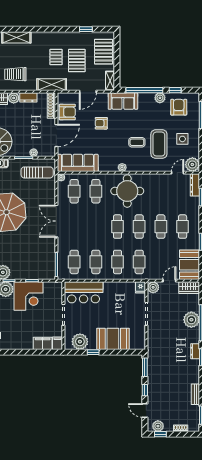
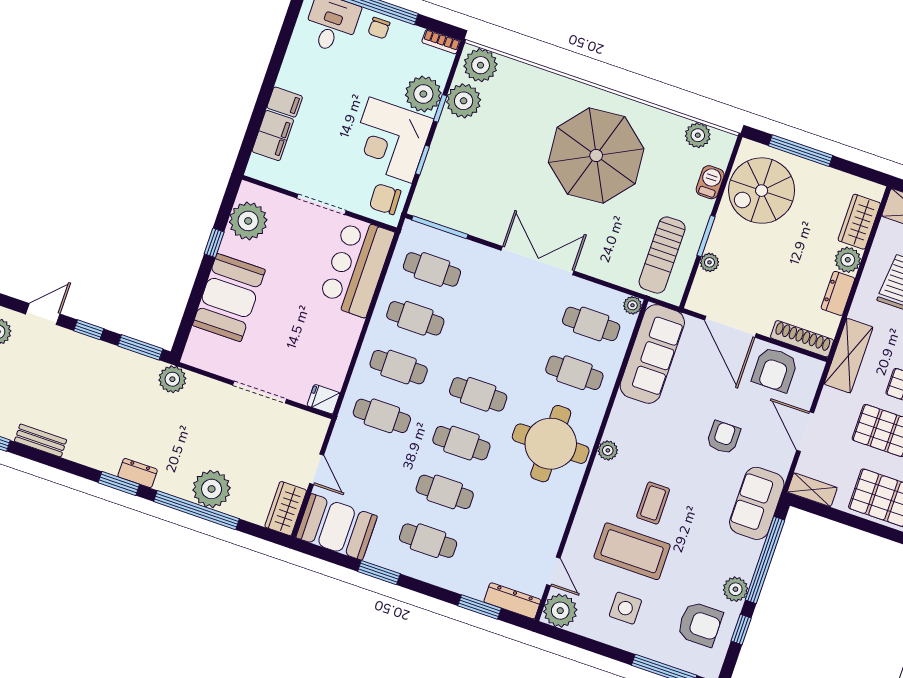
plant: (153, 287) -> (172, 379), moved
chair: (53, 290) -> (385, 199), added
filing cabinet: (58, 343) -> (285, 102), moved

